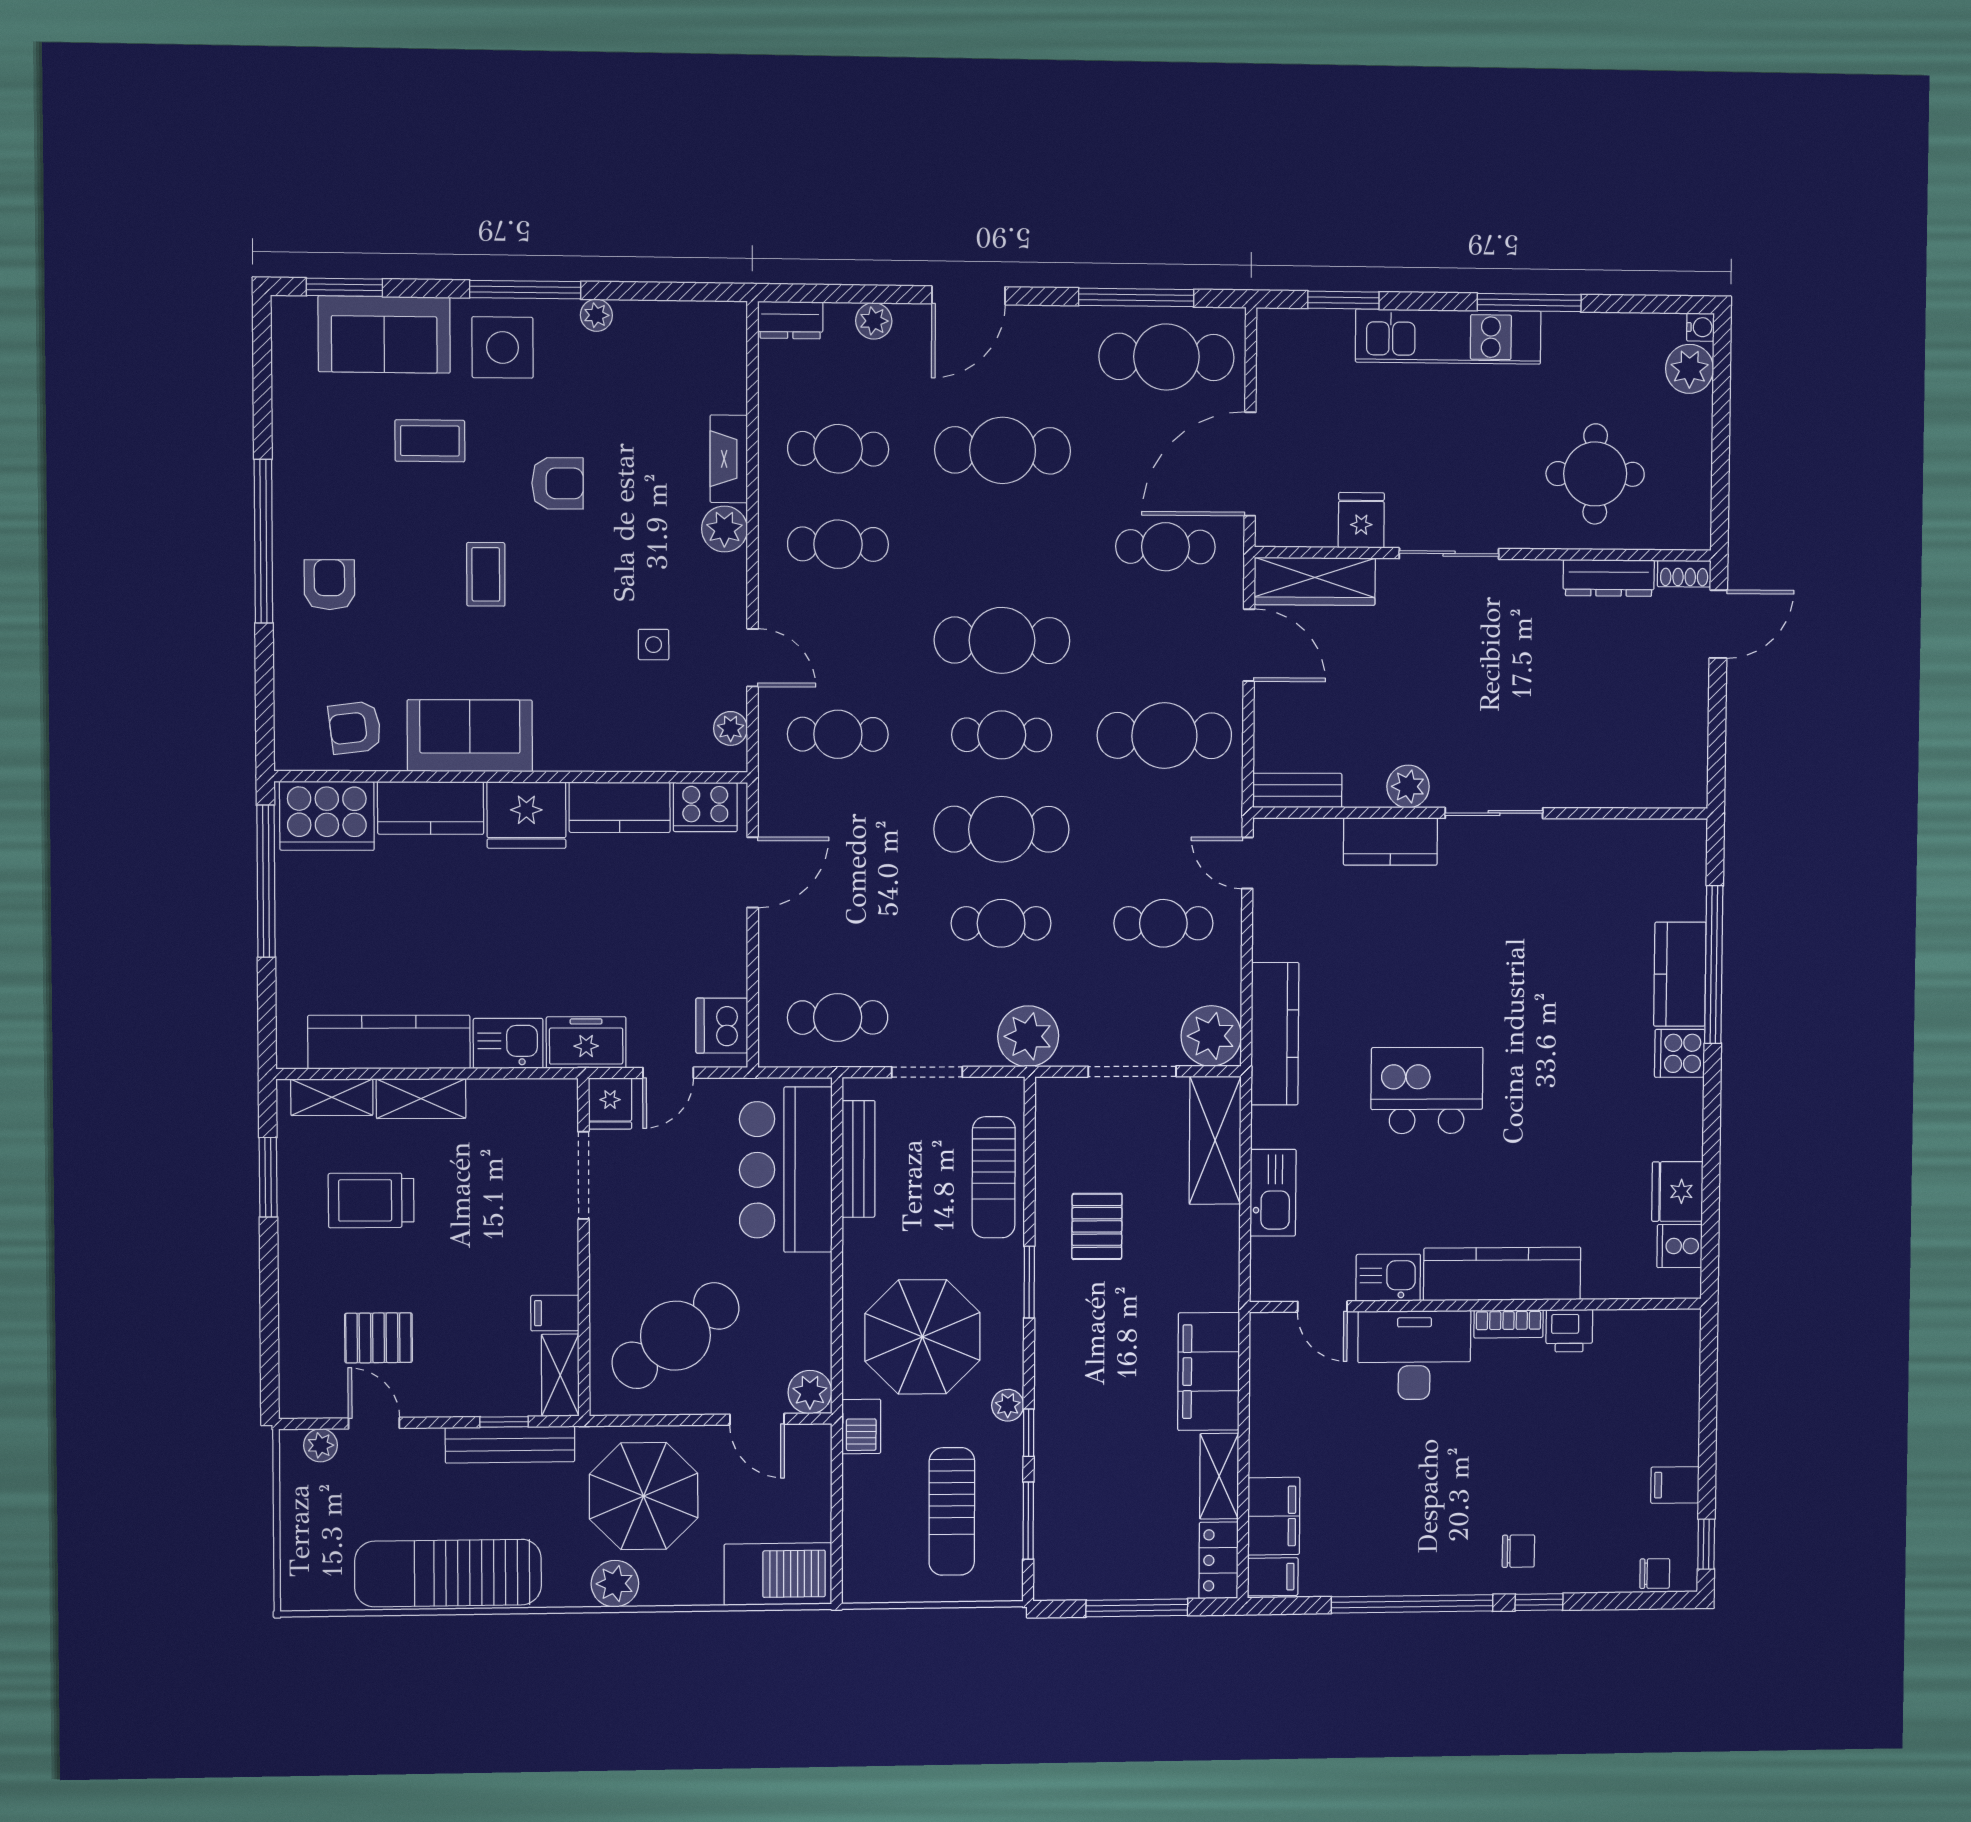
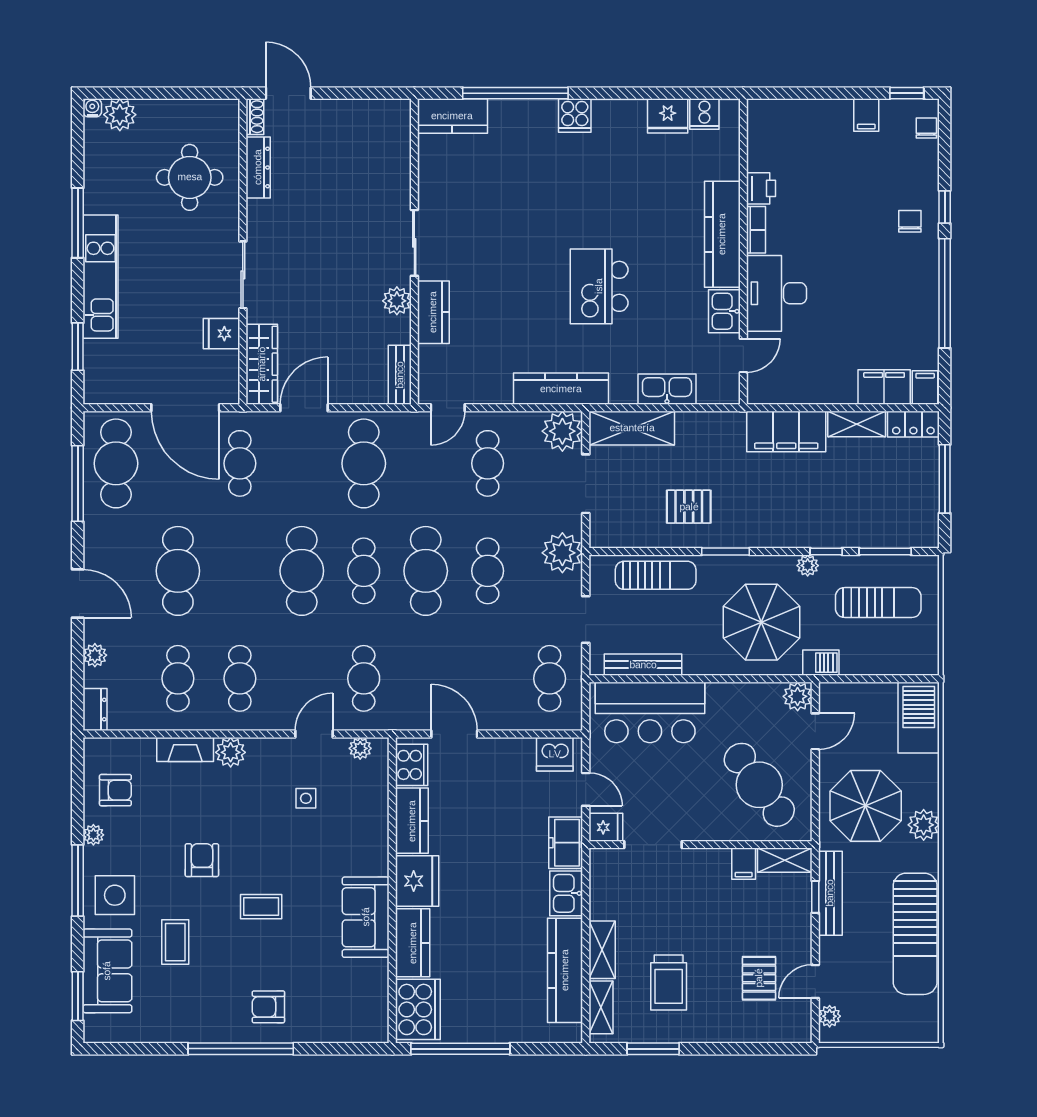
armchair: (355, 728) -> (115, 790), moved, turned -83
kitchen counter: (1680, 974) -> (452, 116), moved

